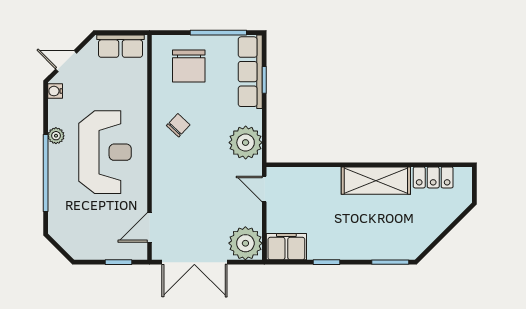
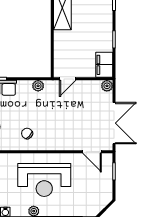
plant: (246, 143) -> (38, 86), width x0.53, depth x0.53
reception desk: (105, 152) -> (44, 180), turned 180
plant: (245, 243) -> (107, 86), width x0.53, depth x0.53

